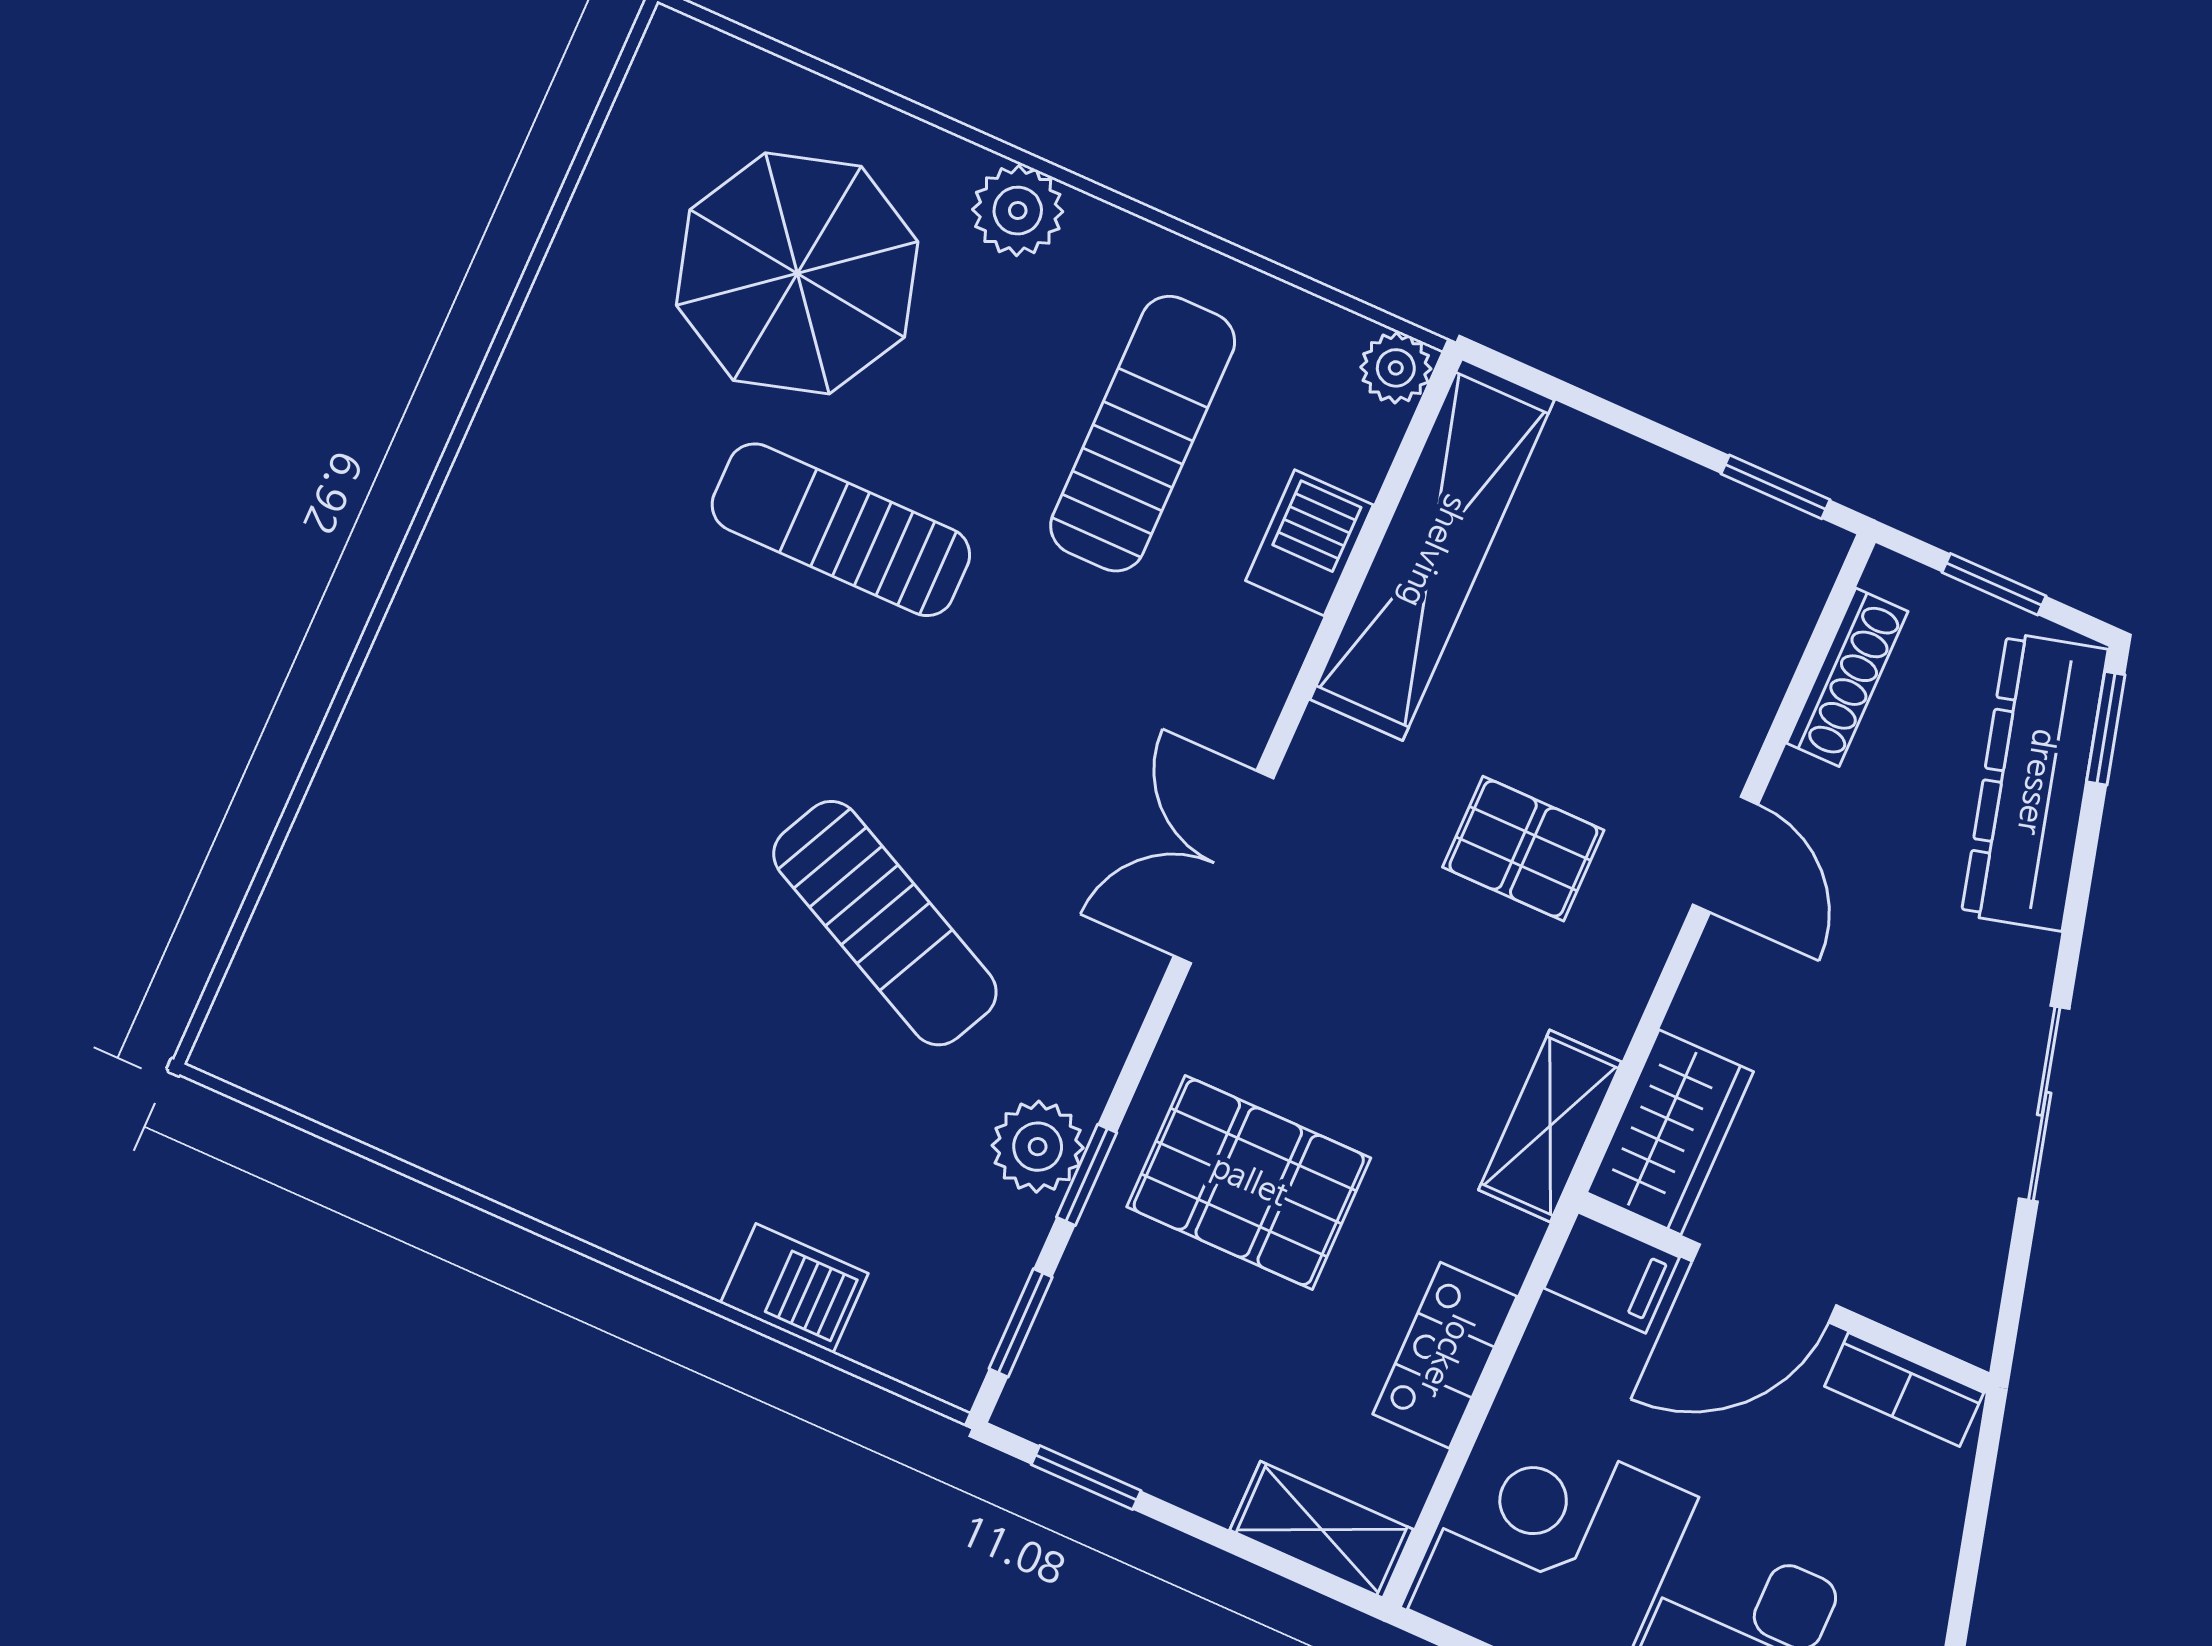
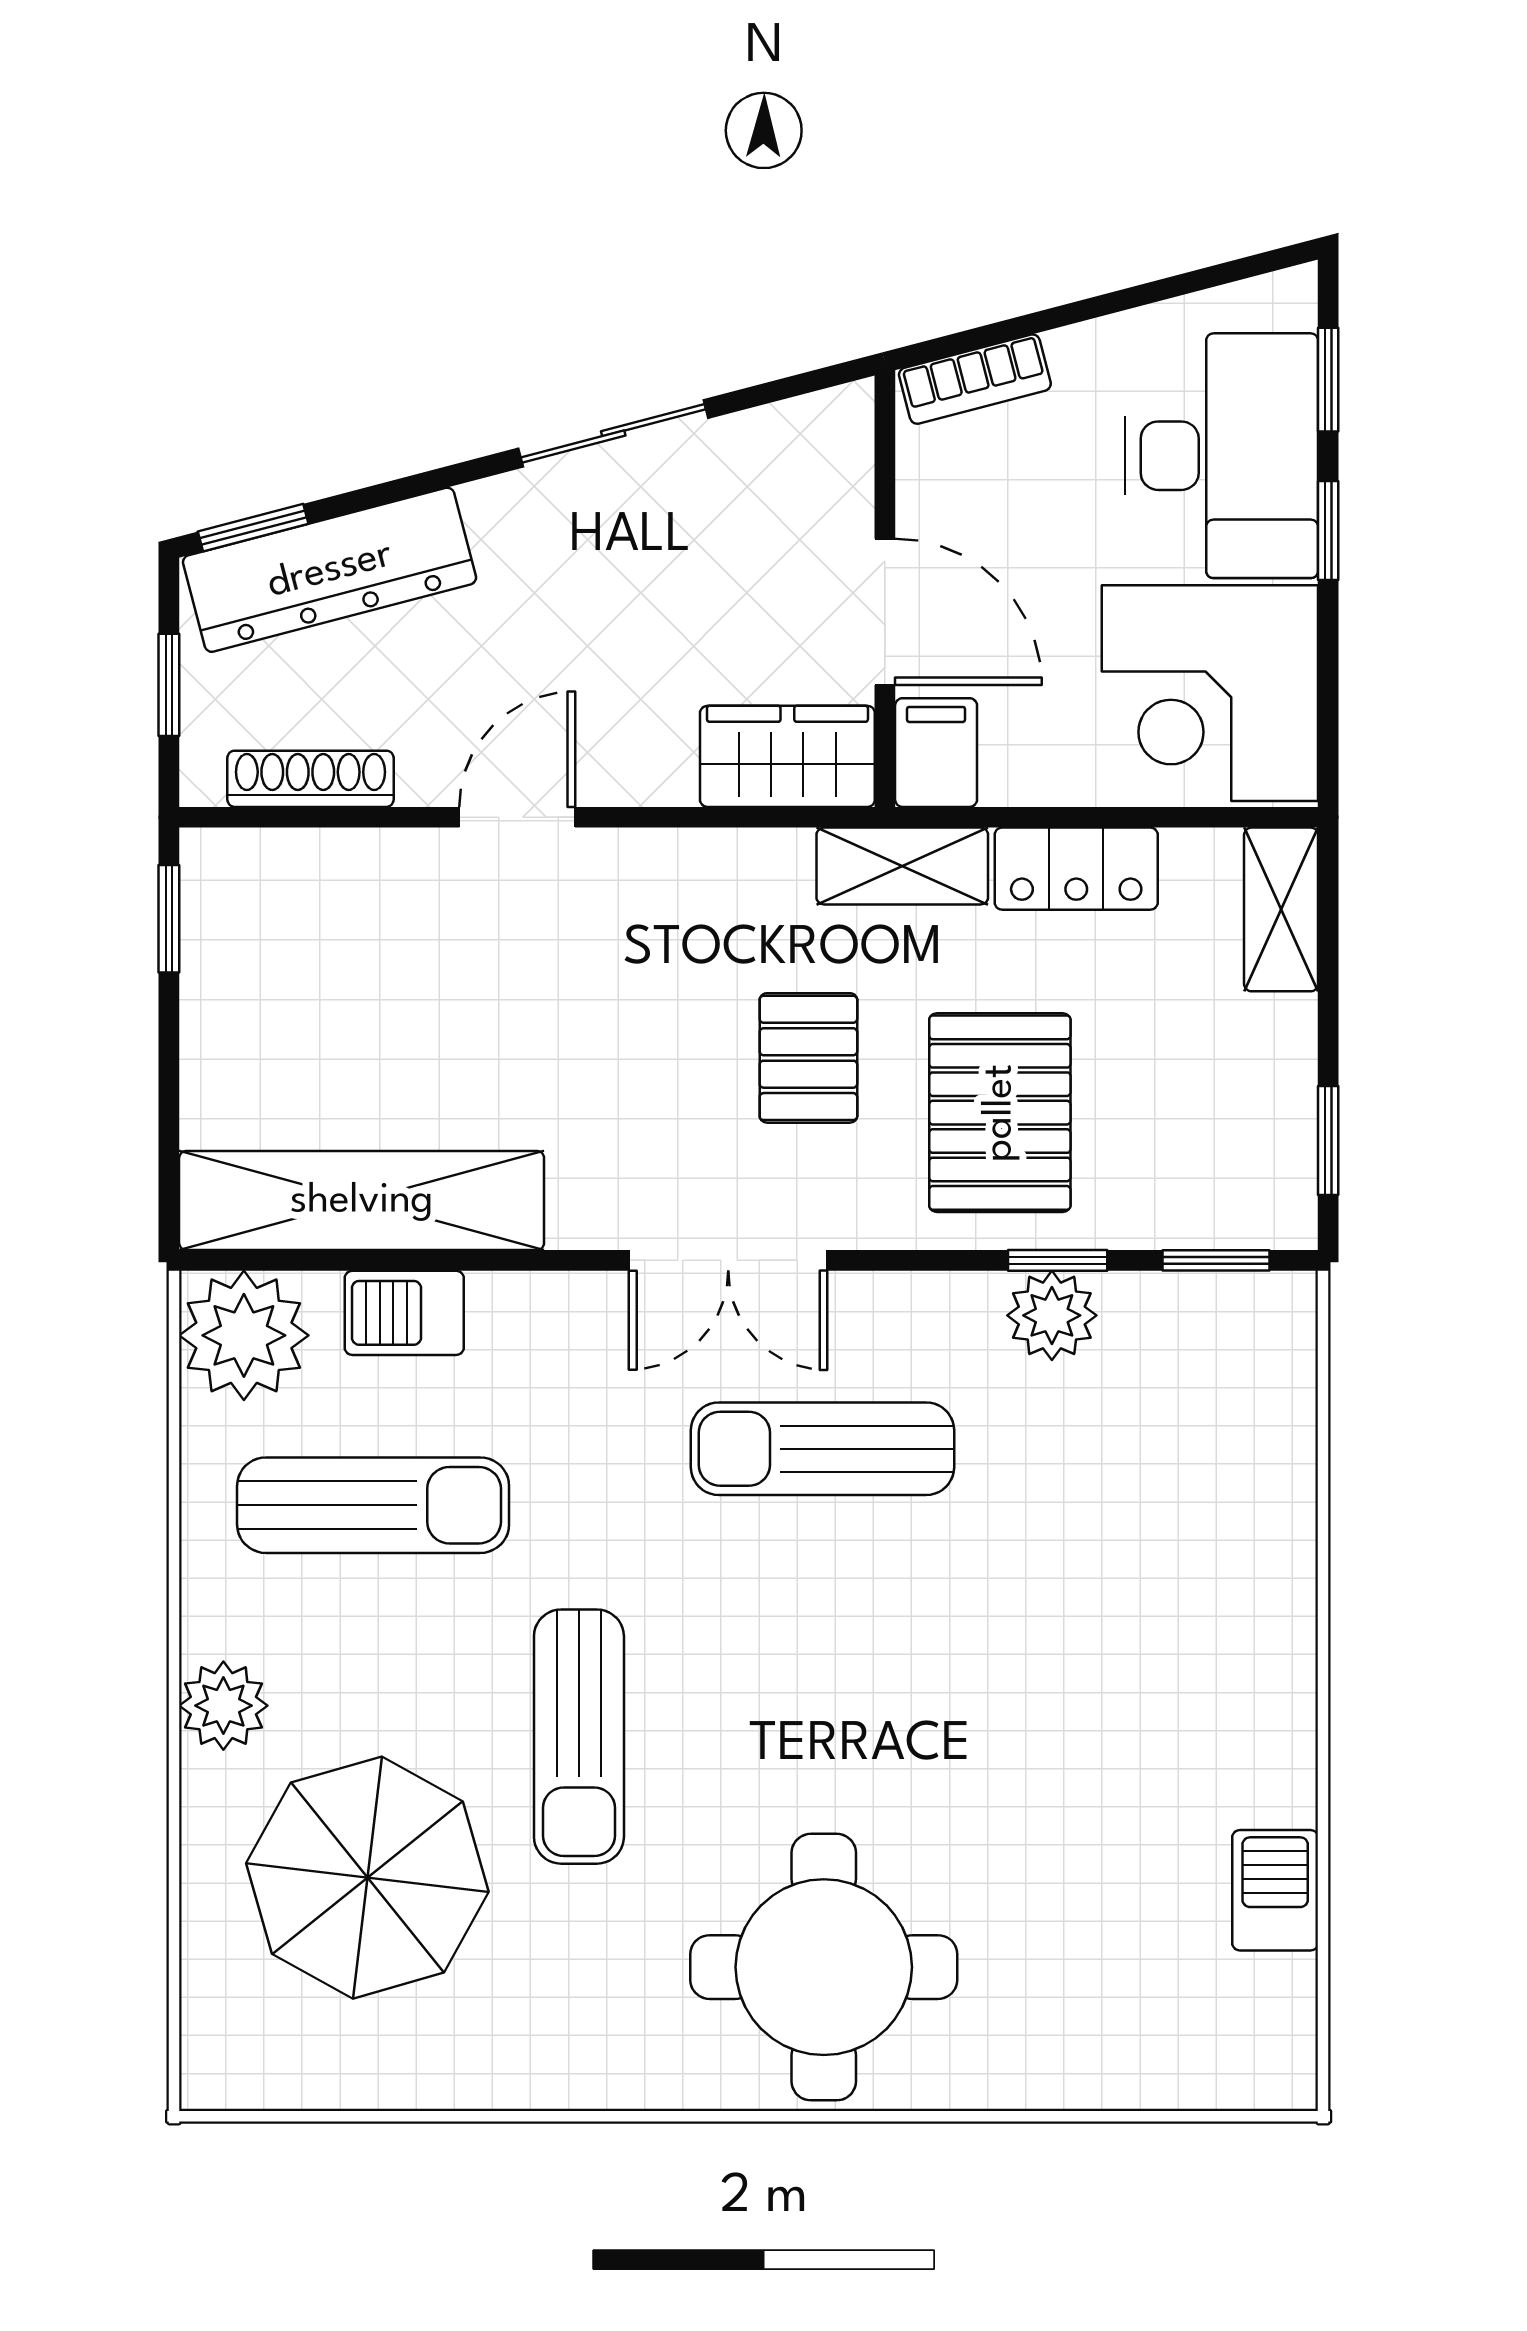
plant: (1396, 368) -> (244, 1335), width x1.88, depth x1.88
sun lounger: (1143, 434) -> (373, 1505), turned 180
round table: (524, 663) -> (824, 1967), added
pallet: (1523, 849) -> (808, 1058), moved
sun lounger: (885, 923) -> (822, 1449), moved, turned -116
shelving: (1550, 1126) -> (902, 866), moved
barbecue: (794, 1288) -> (1275, 1890), moved
bookcase: (1904, 1389) -> (975, 379), moved, turned 75

